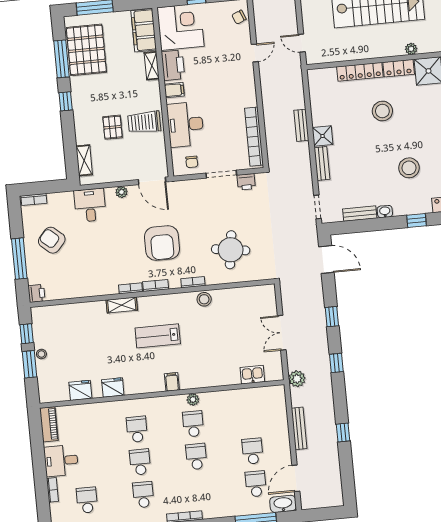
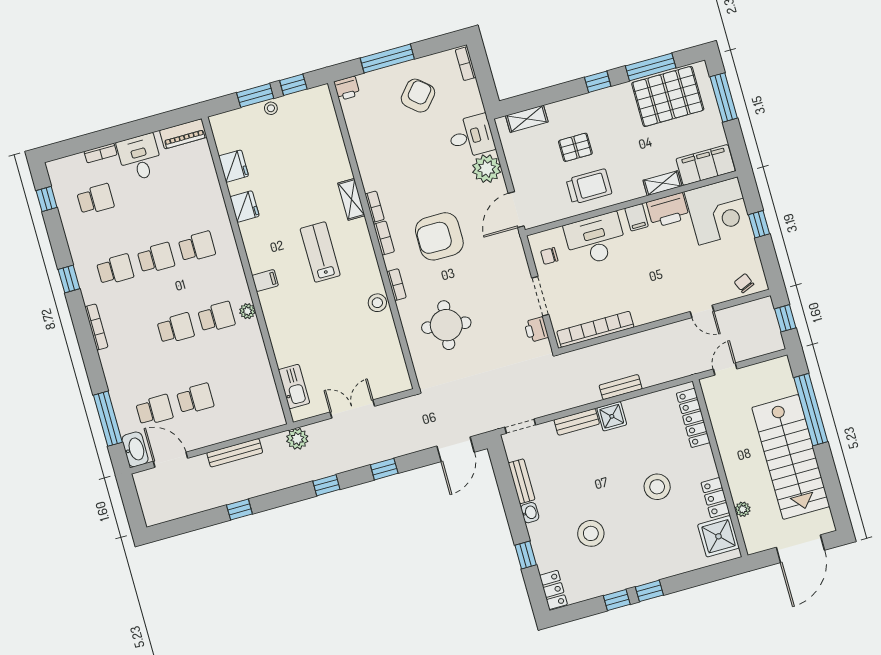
locker: (360, 72) -> (693, 418), moved
trolley: (144, 122) -> (589, 186), turned 90
plant: (121, 192) -> (487, 169), width x1.88, depth x1.88
kitchen sink: (252, 375) -> (294, 387), width x1.38

